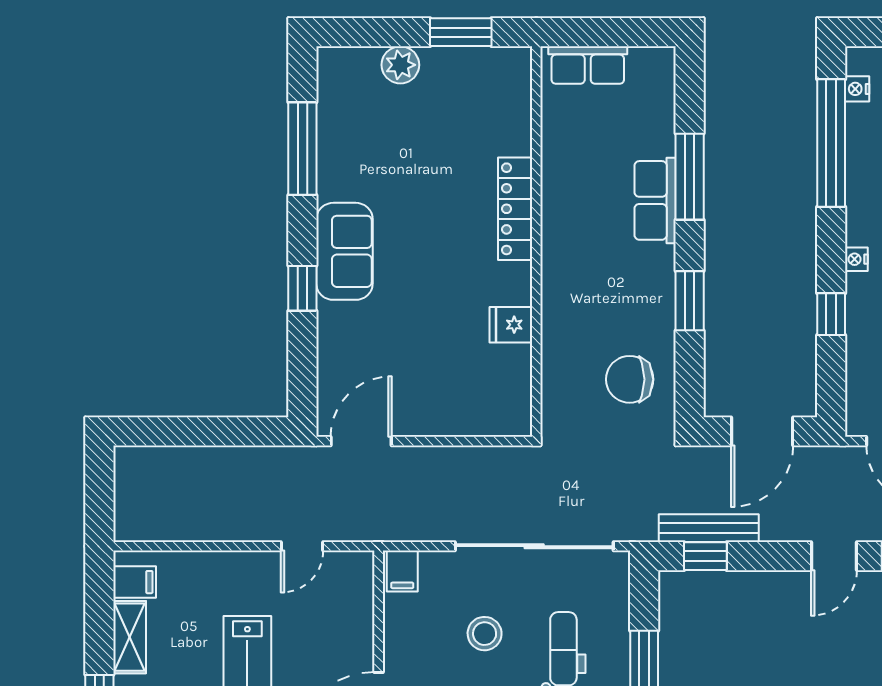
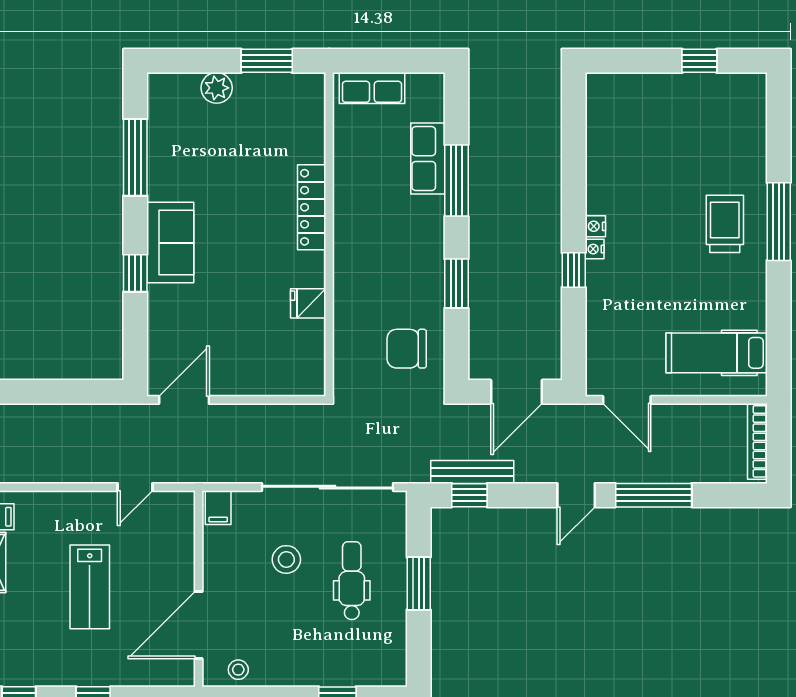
nightstand: (857, 89) -> (595, 226), moved
window: (831, 143) -> (574, 153), removed
row of seats: (655, 200) -> (428, 159), moved
window: (831, 314) -> (574, 270), moved

